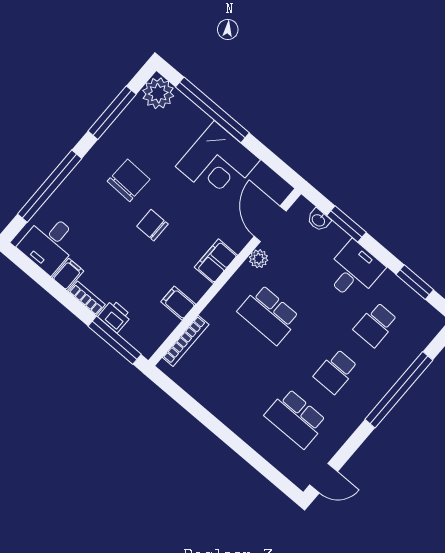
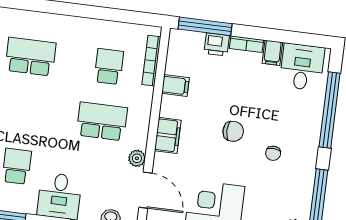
chair: (129, 180) -> (273, 153), width x0.54, depth x0.54
school desk: (336, 372) -> (109, 67), moved

